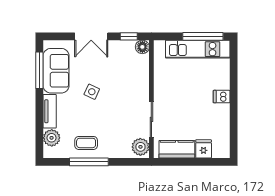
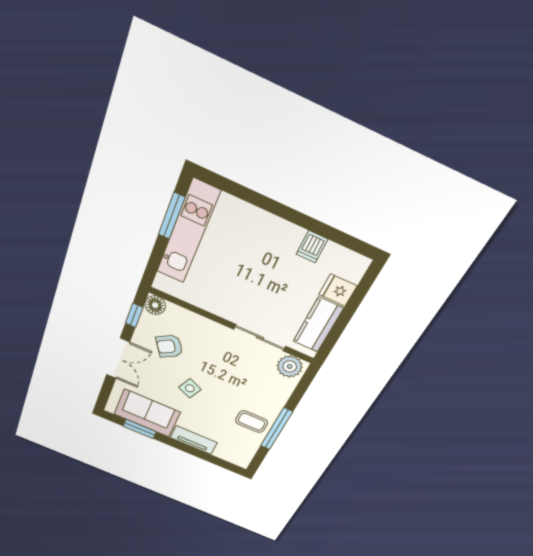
window: (203, 36) -> (172, 216), width x0.69
armchair: (117, 66) -> (169, 346), added
window: (39, 70) -> (140, 429), width x0.69
dishwasher: (222, 97) -> (312, 247), moved
plant: (52, 138) -> (227, 452), removed
coffee table: (86, 143) -> (252, 422), turned 90

